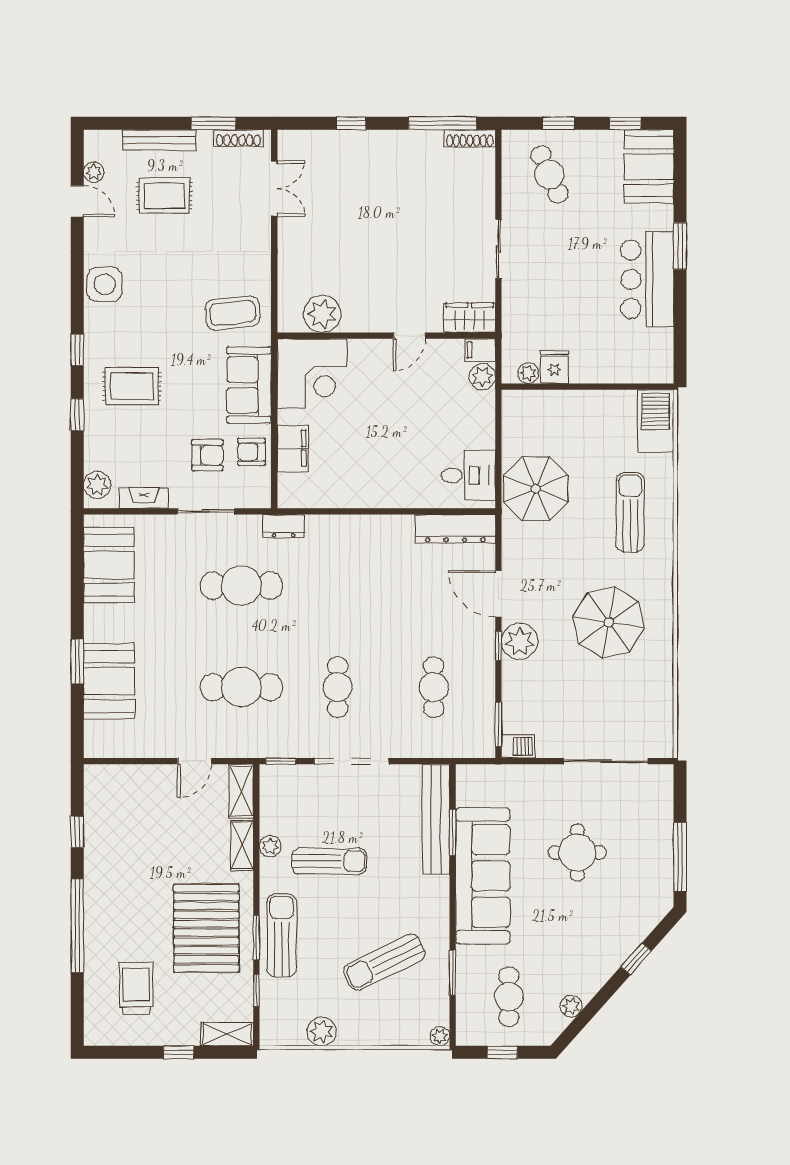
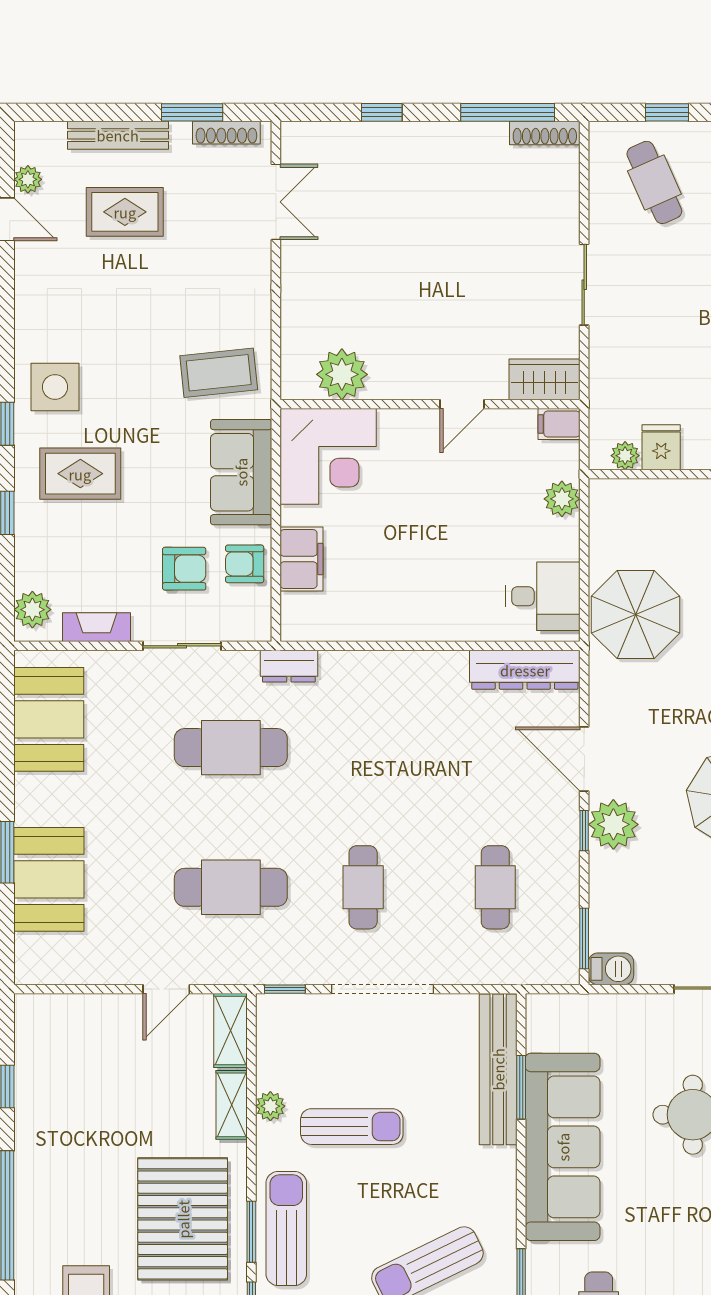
side table: (105, 284) -> (55, 387), moved
plant: (482, 377) -> (562, 499), moved

